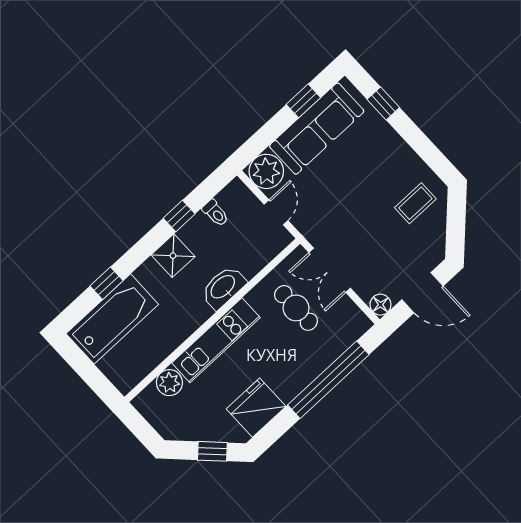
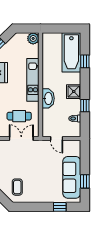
plant: (266, 171) -> (73, 148), removed
plant: (169, 383) -> (33, 38), moved

